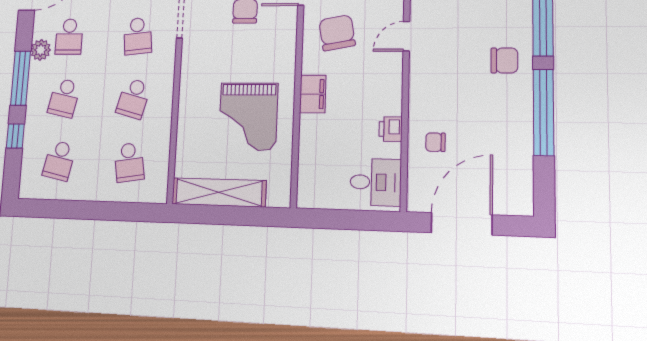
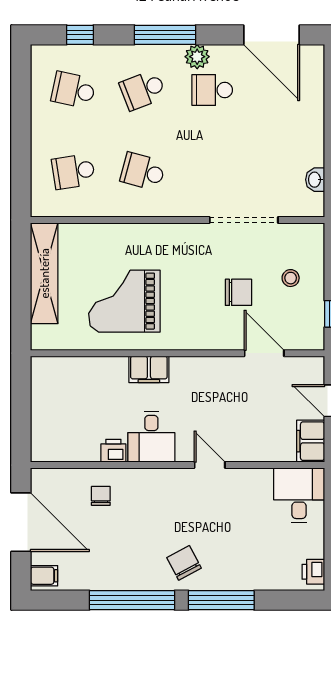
chair: (337, 33) -> (214, 393), removed
school desk: (138, 36) -> (212, 171), removed
chair: (504, 60) -> (184, 563), turned 152
school desk: (64, 98) -> (143, 90), turned -33
window: (15, 136) -> (80, 35), moved
desk: (376, 182) -> (151, 437), moved
filing cabinet: (518, 202) -> (44, 576), added

